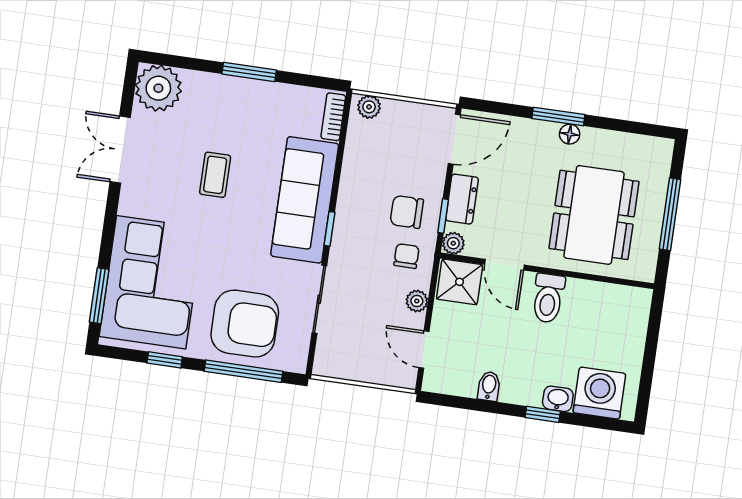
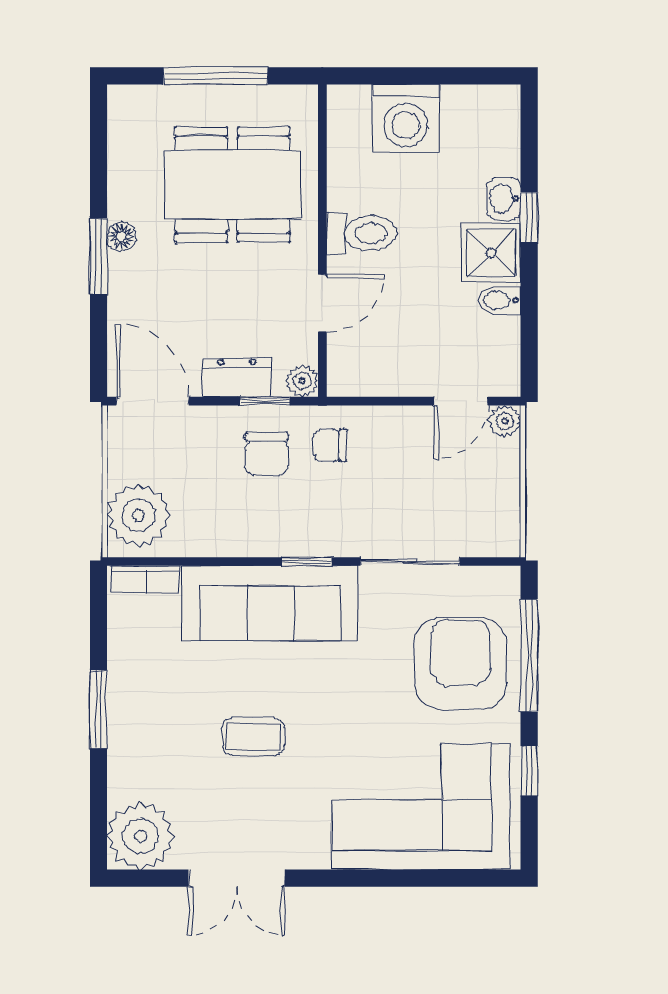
plant: (369, 107) -> (138, 515), width x1.87, depth x1.87
shower: (460, 282) -> (491, 253), moved
window: (99, 296) -> (451, 878), removed
plant: (417, 301) -> (505, 421), moved
washing machine: (599, 393) -> (406, 118), moved, turned -90

